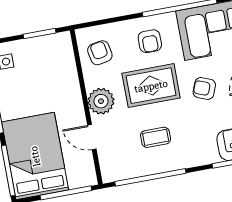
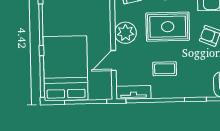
door: (92, 137) -> (113, 60), hinge flipped
tv unit: (122, 172) -> (133, 92), added

